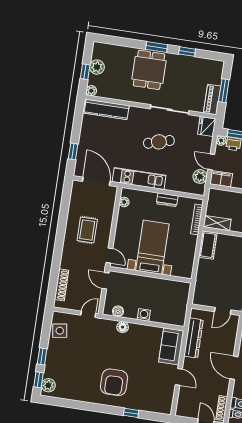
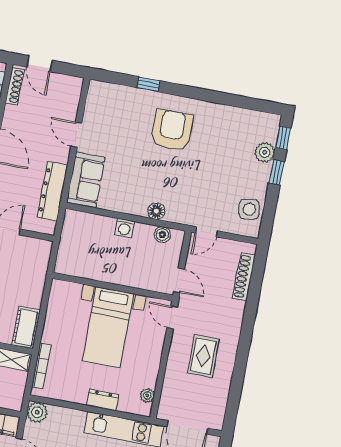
plant: (200, 177) -> (37, 412), moved
dresser: (167, 200) -> (102, 400), moved
plant: (48, 385) -> (265, 152), moved

